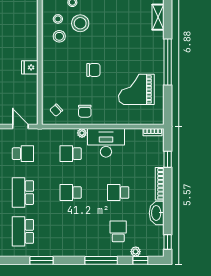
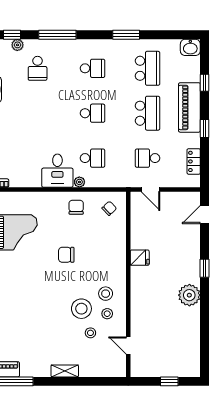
desk: (106, 143) -> (57, 171), width x0.73
school desk: (118, 193) -> (93, 68), moved

